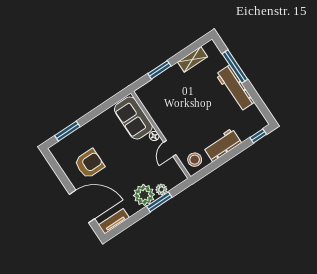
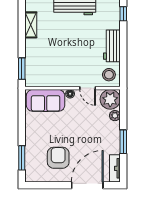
window: (159, 70) -> (22, 69), moved
plant: (144, 195) -> (110, 99), moved
window: (159, 202) -> (123, 142), moved

